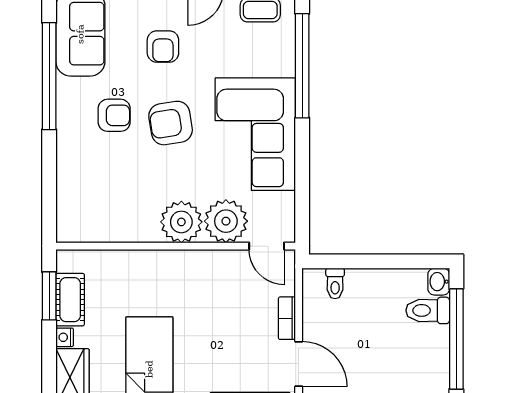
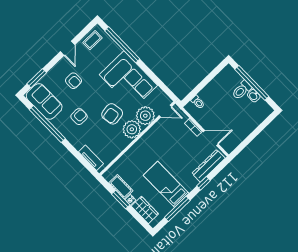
armchair: (171, 123) -> (112, 114), moved
tv unit: (67, 203) -> (91, 158), added
washbasin: (439, 282) -> (254, 96), moved
window: (49, 296) -> (121, 199), moved
toilet: (428, 310) -> (242, 90), moved

